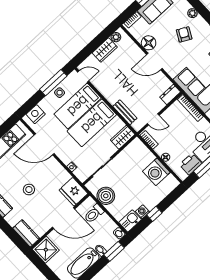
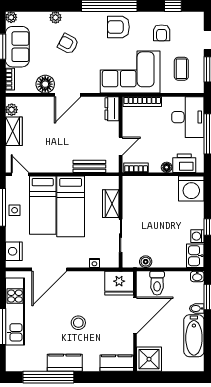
door: (83, 77) -> (20, 174), hinge flipped
wardrobe: (123, 137) -> (111, 204), moved
printer: (191, 164) -> (184, 163), moved, turned 90
washing machine: (156, 172) -> (191, 189), moved
boiler: (106, 196) -> (146, 262), width x0.54, depth x0.54

